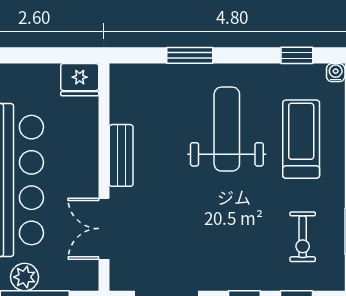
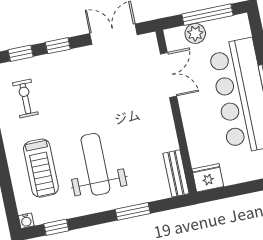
weight bench: (227, 129) -> (95, 164), turned 180
bench: (121, 155) -> (176, 173), moved
plant: (25, 277) -> (195, 33), moved

